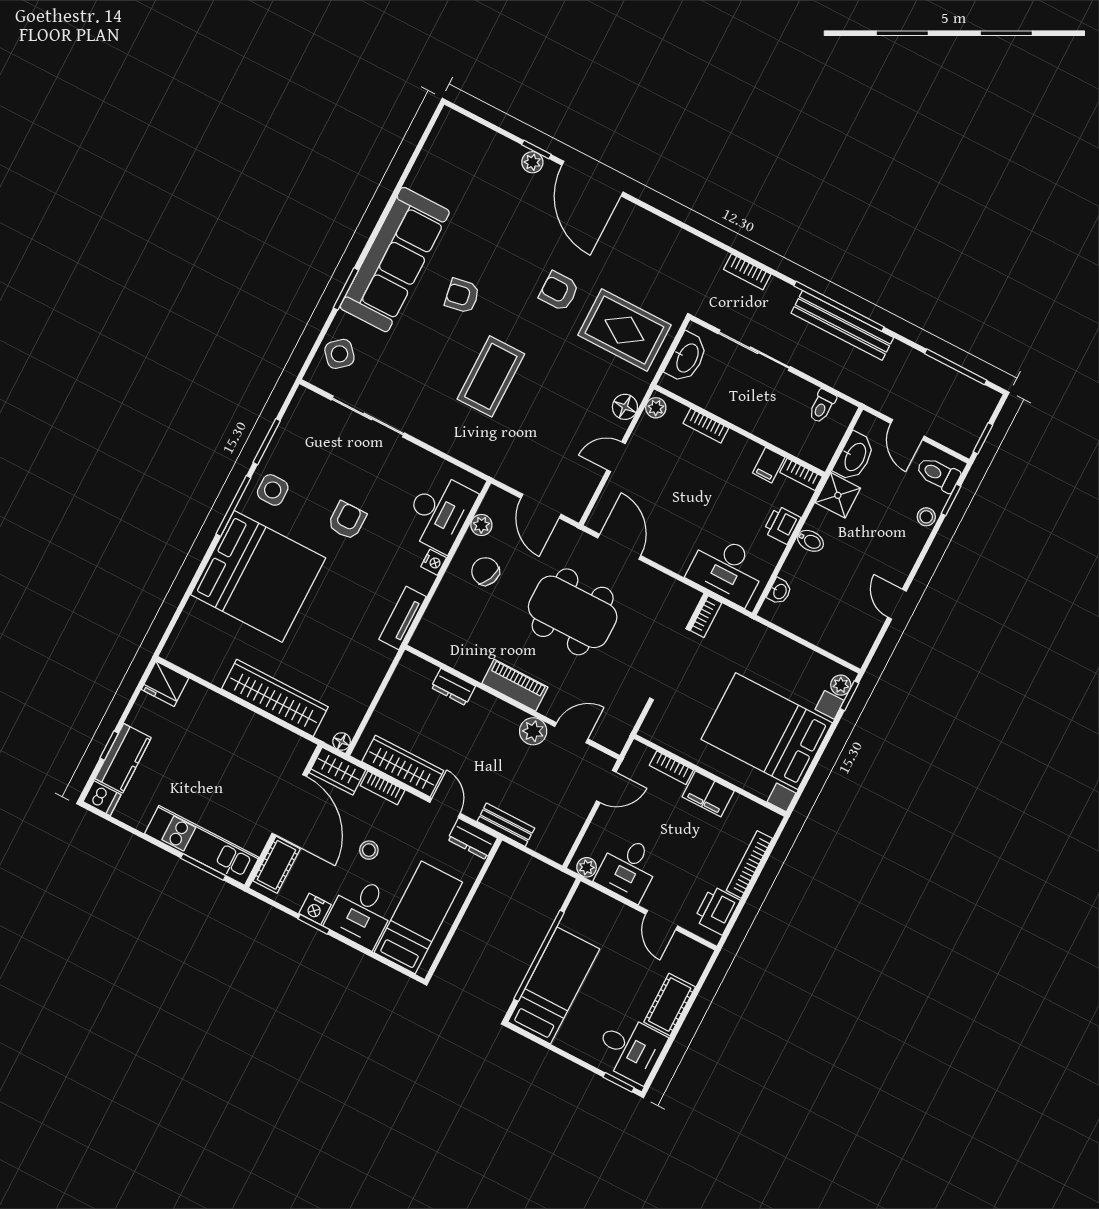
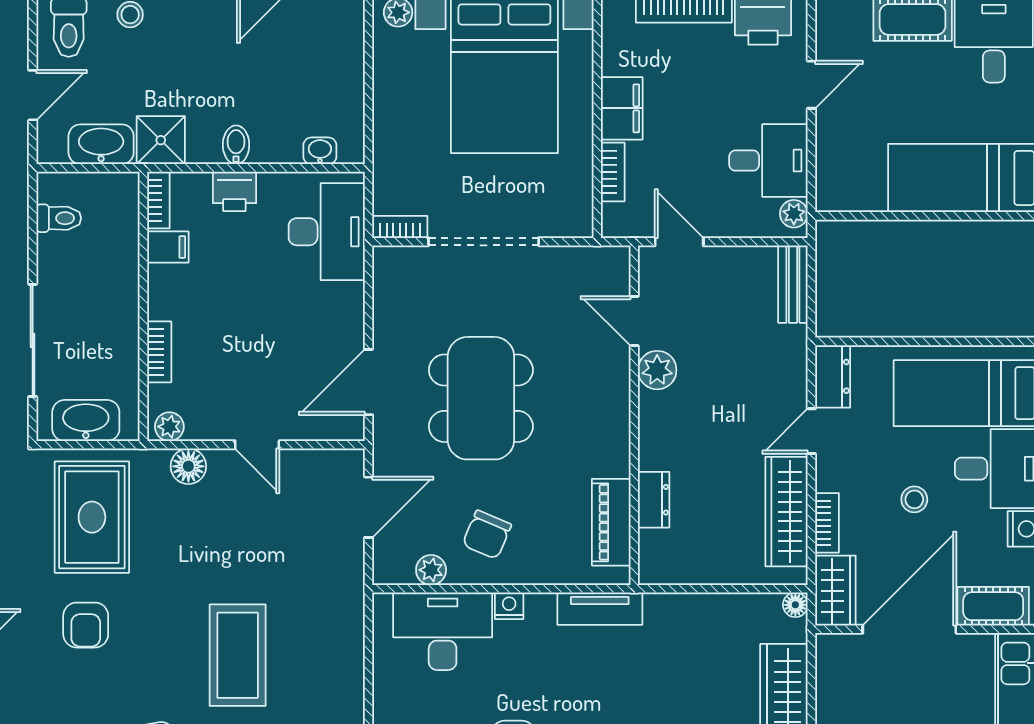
coffee table: (491, 376) -> (238, 655), turned 90
piano: (515, 685) -> (611, 522), moved
bench: (506, 825) -> (793, 284), moved
window: (539, 956) -> (936, 216), removed

